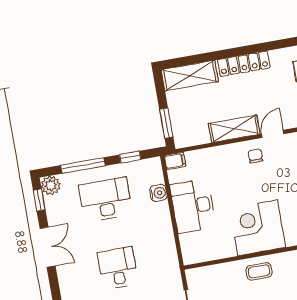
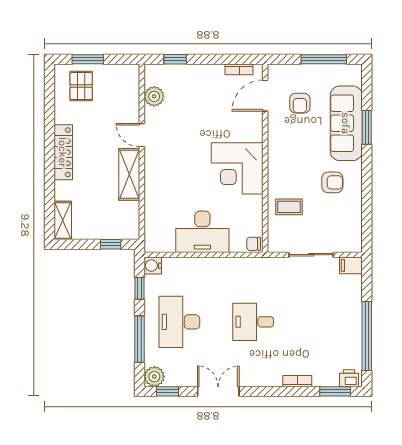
shelving: (190, 76) -> (63, 220), width x0.67, depth x0.75
window: (166, 123) -> (111, 244), width x0.67
chair: (255, 156) -> (254, 244), moved
filing cabinet: (175, 161) -> (152, 242), removed
water cooler: (158, 193) -> (153, 266), moved, turned -90
coffee table: (259, 271) -> (289, 207), moved, turned 90

